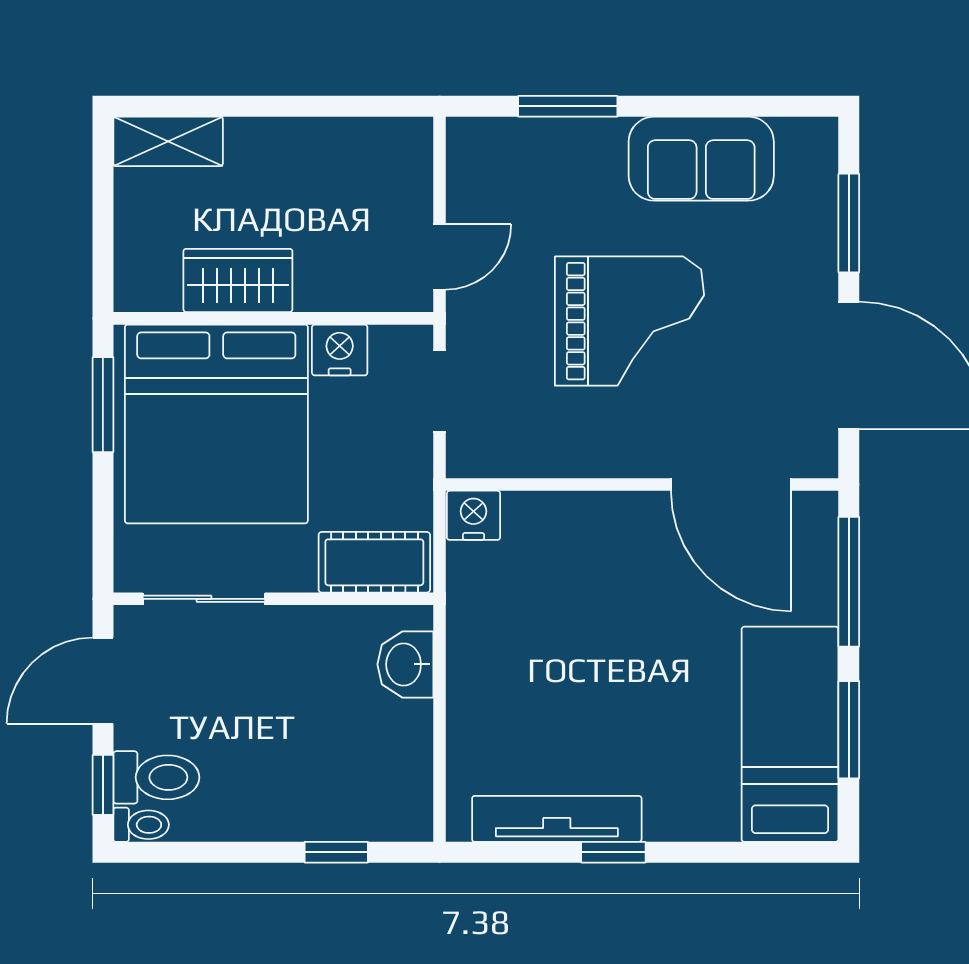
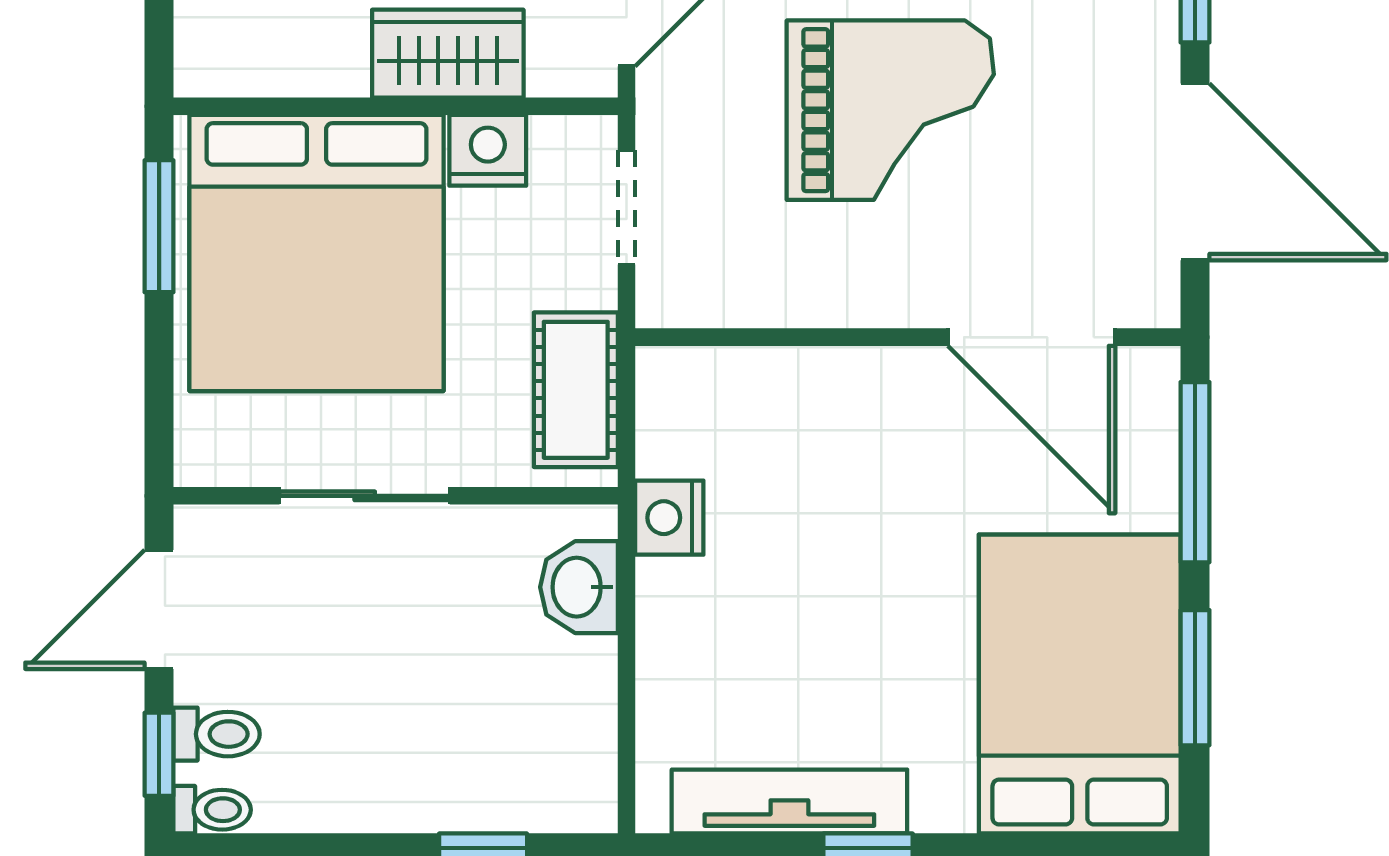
wardrobe: (238, 280) -> (448, 54), moved
nightstand: (473, 515) -> (669, 518), moved, turned -90
cot: (374, 562) -> (576, 390), moved, turned 90
sliding door: (204, 599) -> (365, 496), moved
bed: (790, 734) -> (1080, 684), width x1.50
toilet: (156, 777) -> (217, 734), width x0.73, depth x0.72

